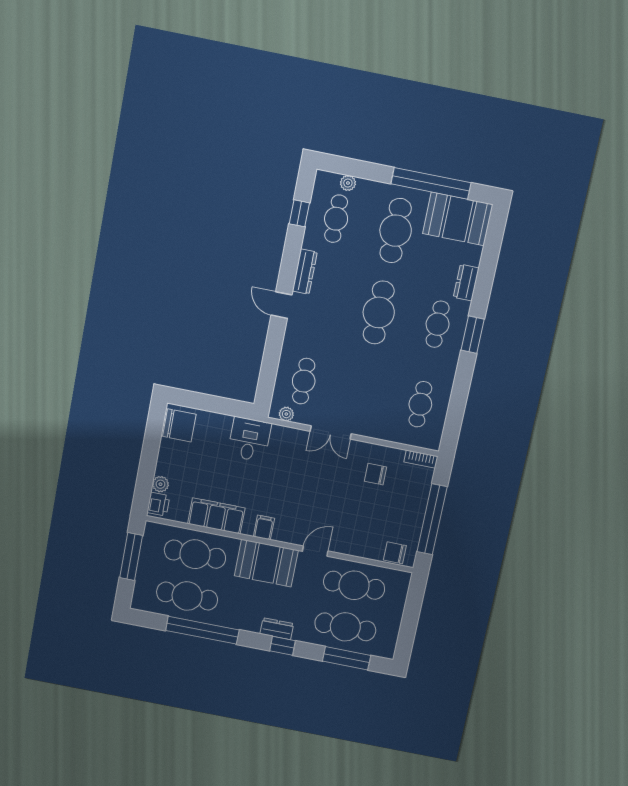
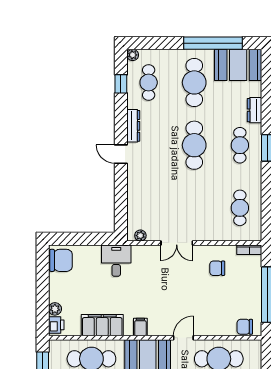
plant: (348, 183) -> (133, 55), moved
cafe table: (304, 381) -> (149, 208), removed

